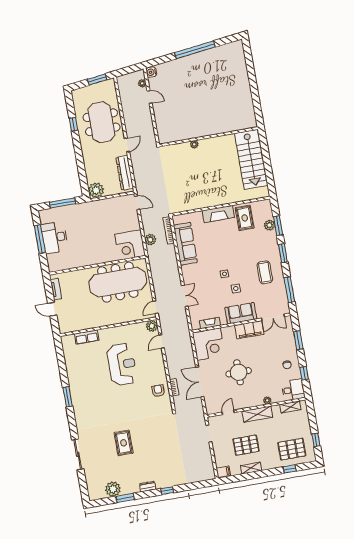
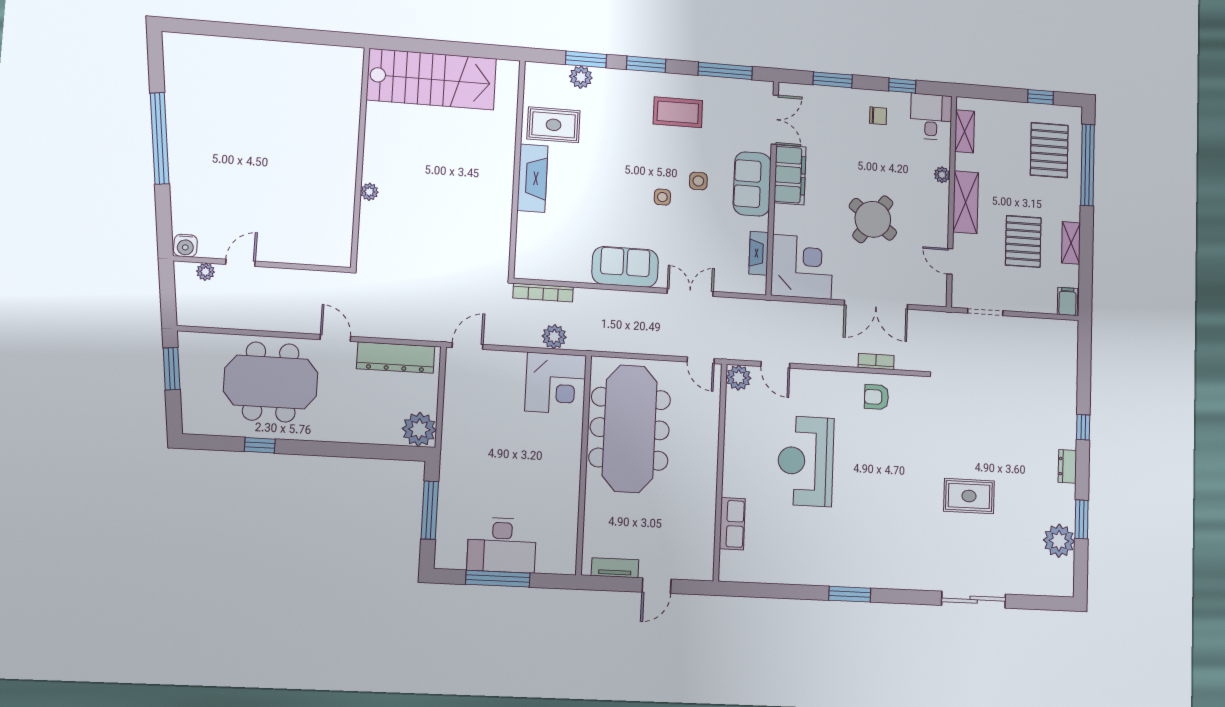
sofa: (185, 244) -> (625, 267), moved, width x0.73
reception desk: (122, 364) -> (806, 461), turned -90
round table: (239, 372) -> (873, 219), turned 36
window: (290, 469) -> (1088, 165), width x3.17

